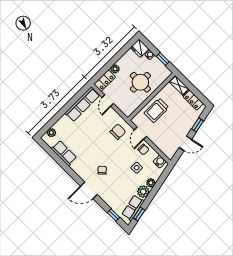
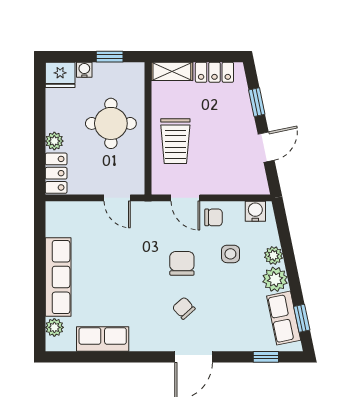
door: (108, 101) -> (117, 198), moved
row of seats: (82, 104) -> (58, 277), moved
chair: (118, 132) -> (182, 263), moved

